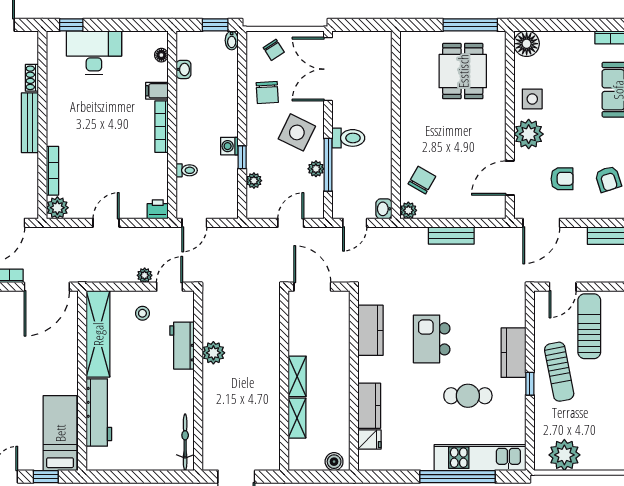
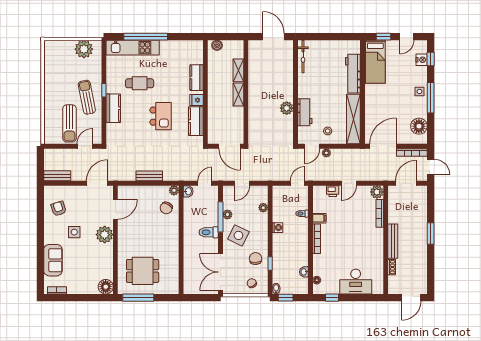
window: (71, 25) -> (332, 298), moved
double door: (328, 69) -> (220, 272), swing flipped
dining table: (463, 71) -> (143, 271), turned 90
filing cabinet: (157, 91) -> (319, 218), moved
side table: (532, 99) -> (74, 232), moved
window: (242, 157) -> (270, 264), moved
armchair: (562, 179) -> (85, 209), removed
printer: (158, 209) -> (333, 191), moved
fridge: (370, 440) -> (196, 100), moved

